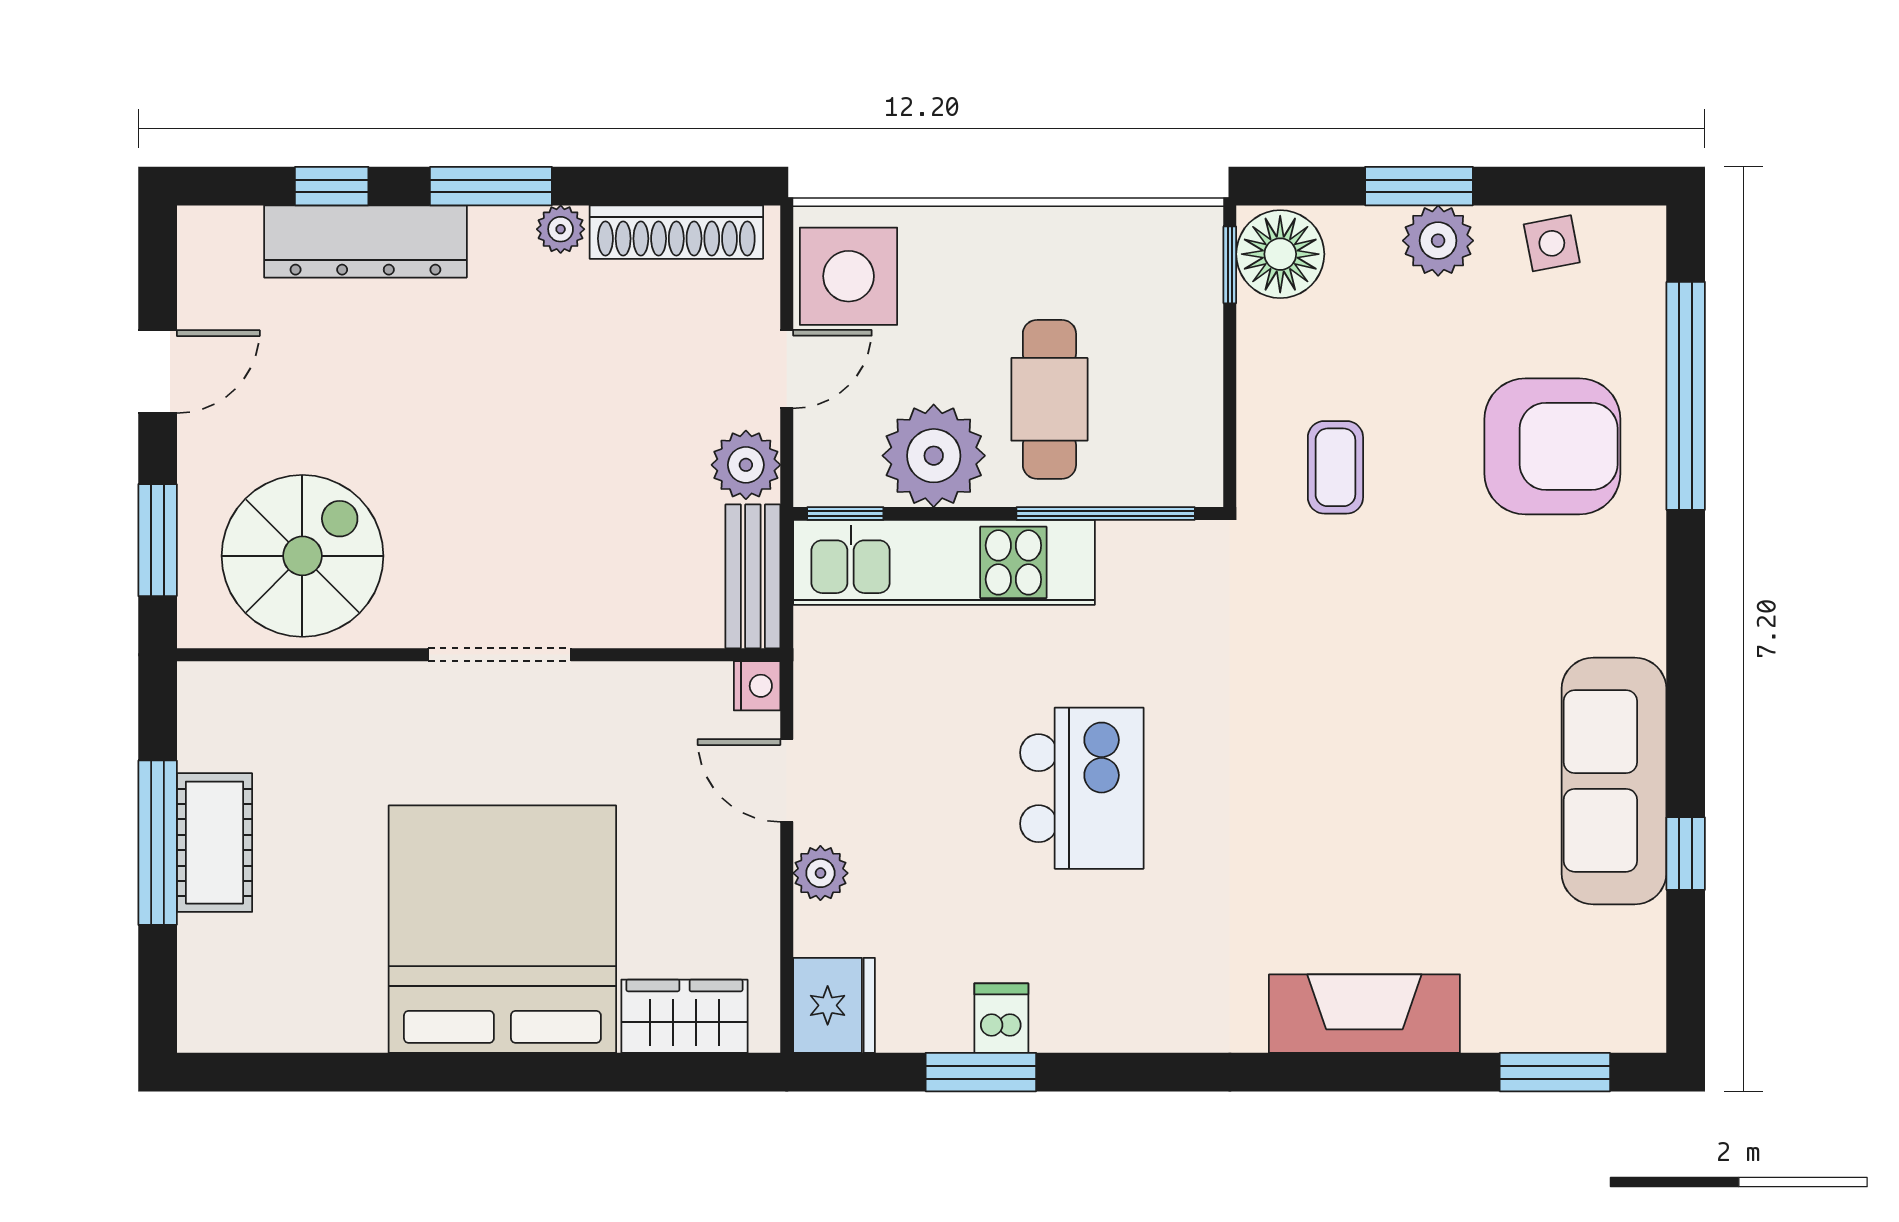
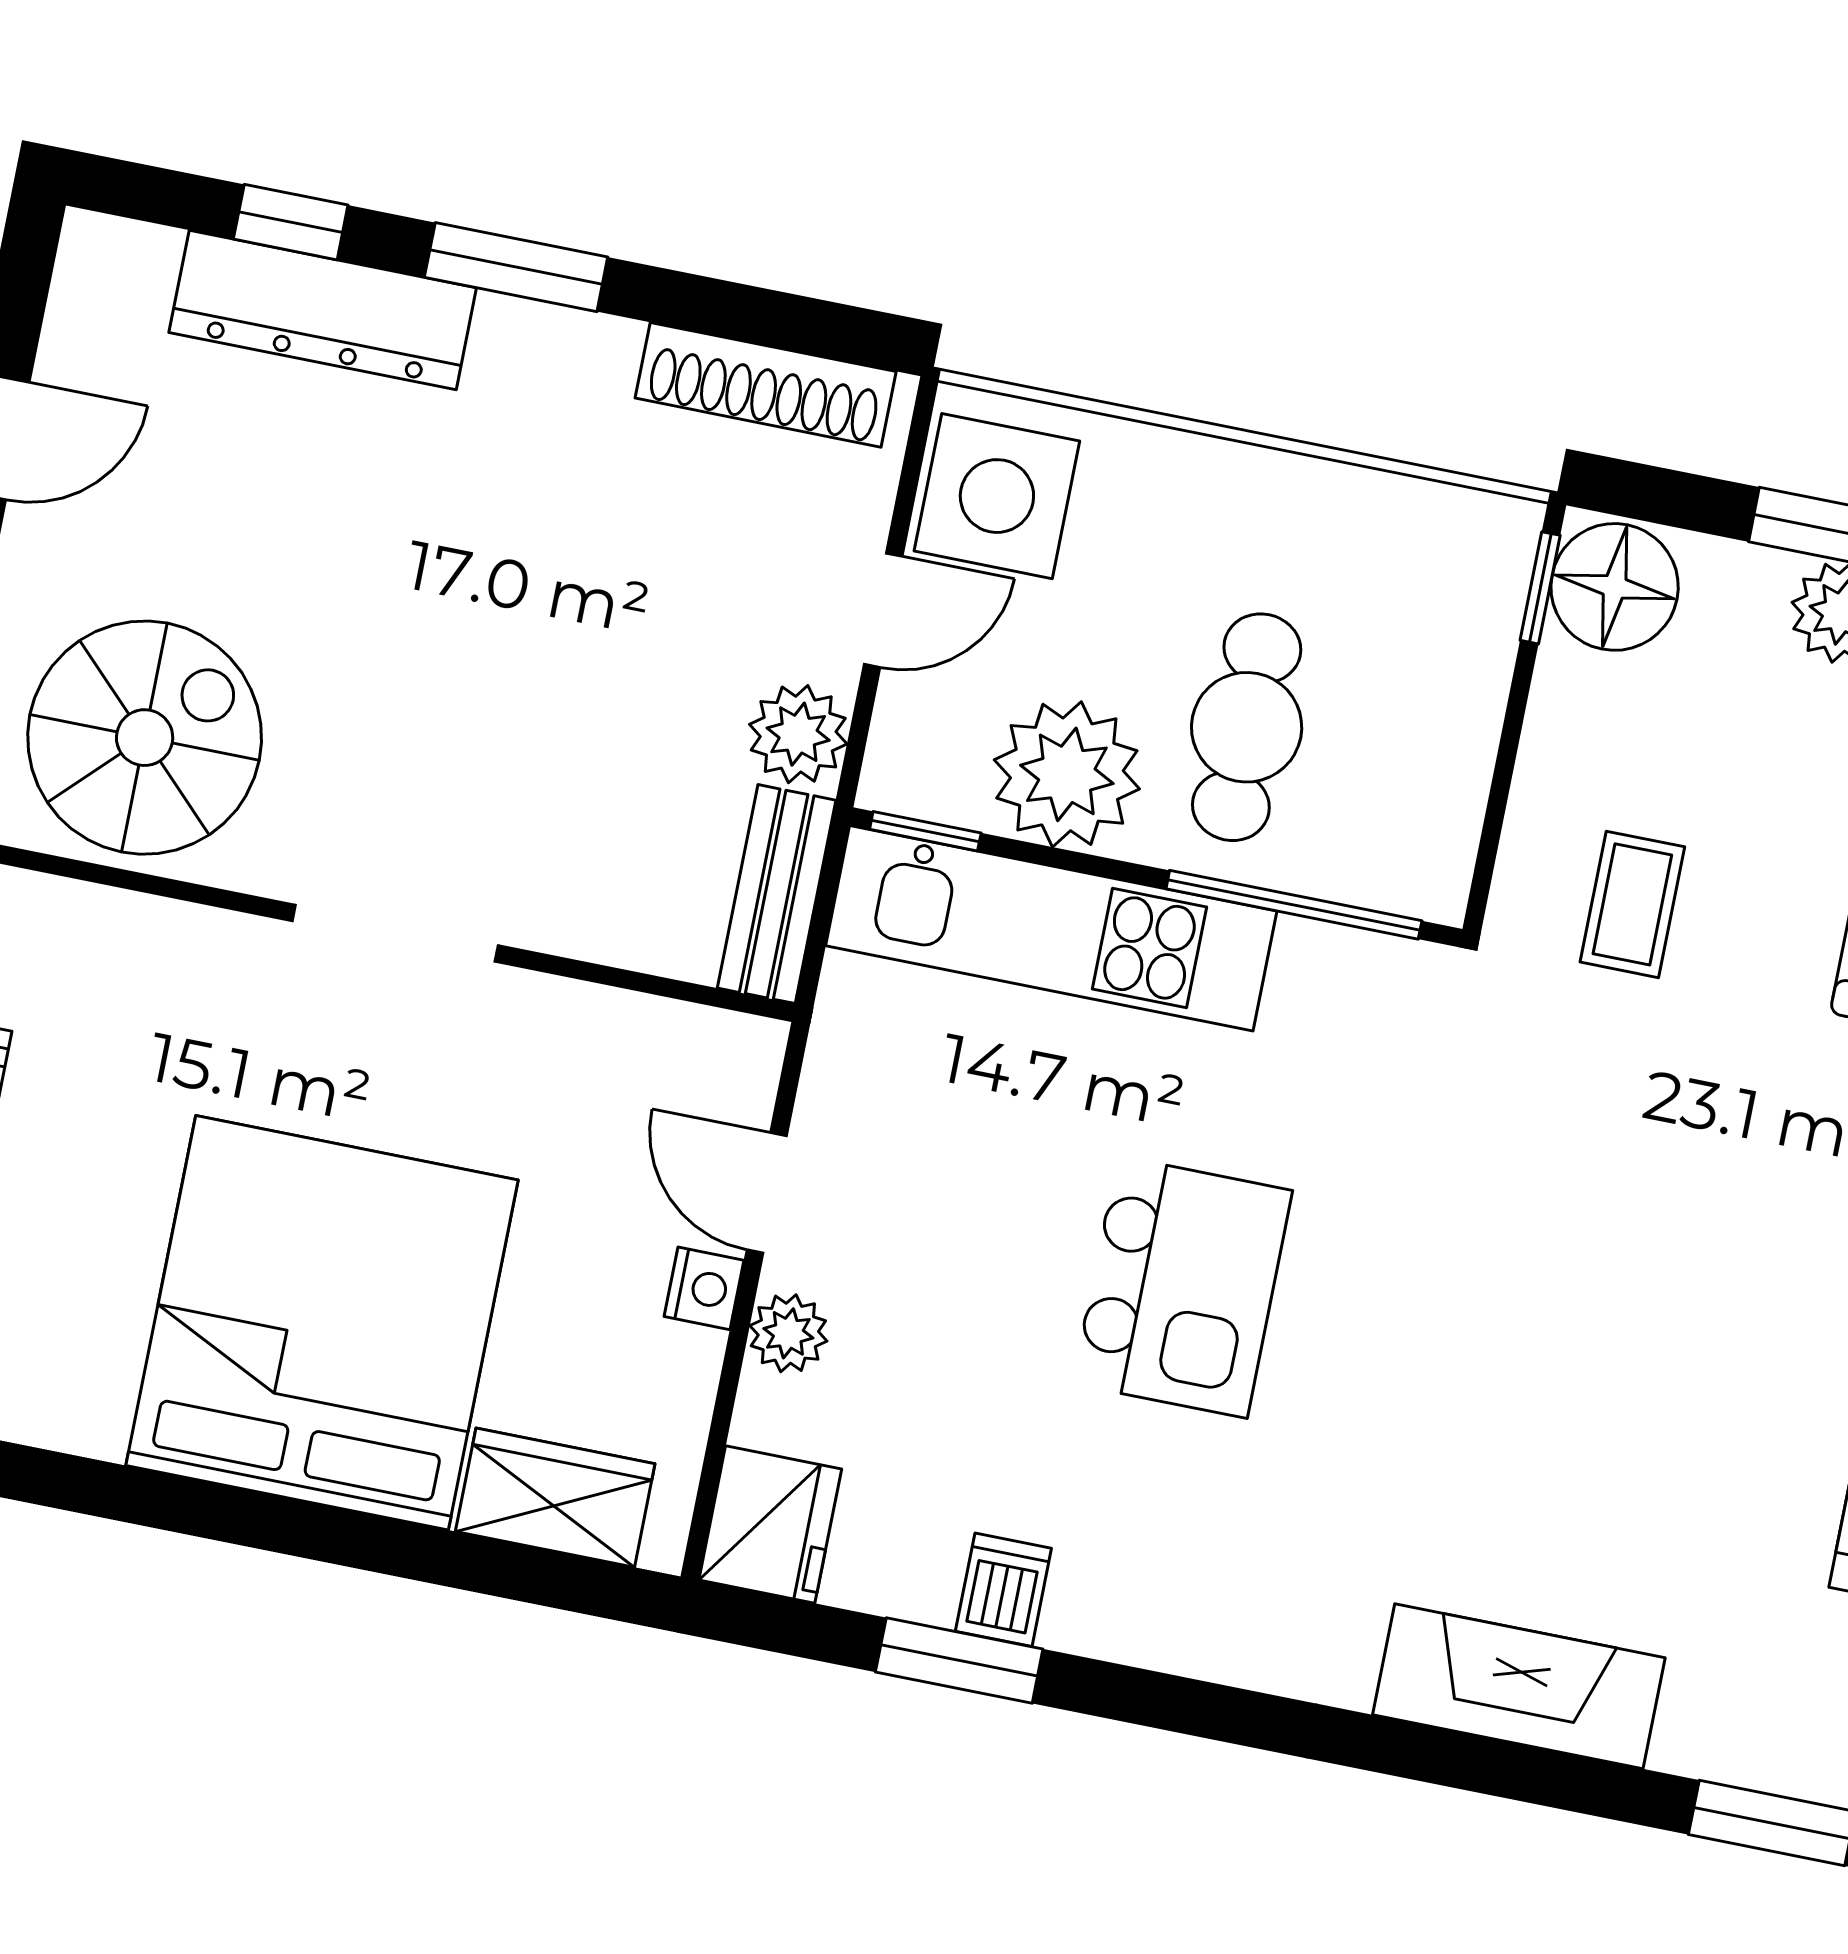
plant: (561, 229) -> (602, 348), removed
nightstand: (757, 686) -> (704, 1288), moved

